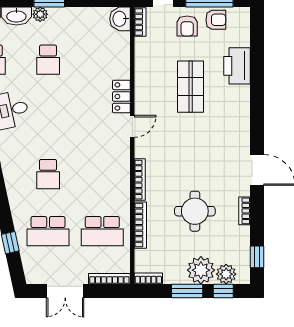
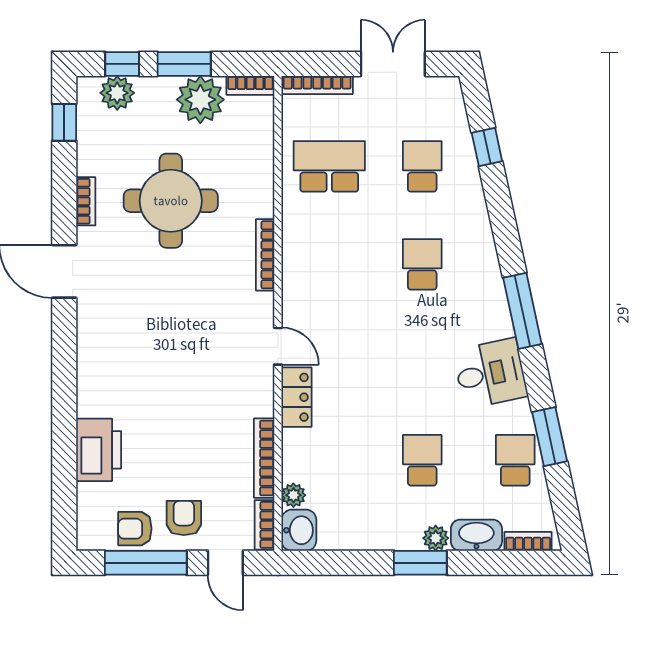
plant: (123, 39) -> (293, 495), added
shop shelf: (191, 87) -> (178, 414), removed
door: (132, 126) -> (278, 346), swing flipped
round table: (195, 211) -> (171, 201), width x1.36, depth x1.36
bookcase: (140, 225) -> (264, 458), moved
school desk: (48, 231) -> (422, 166), width x0.54
plant: (201, 270) -> (200, 100), moved

